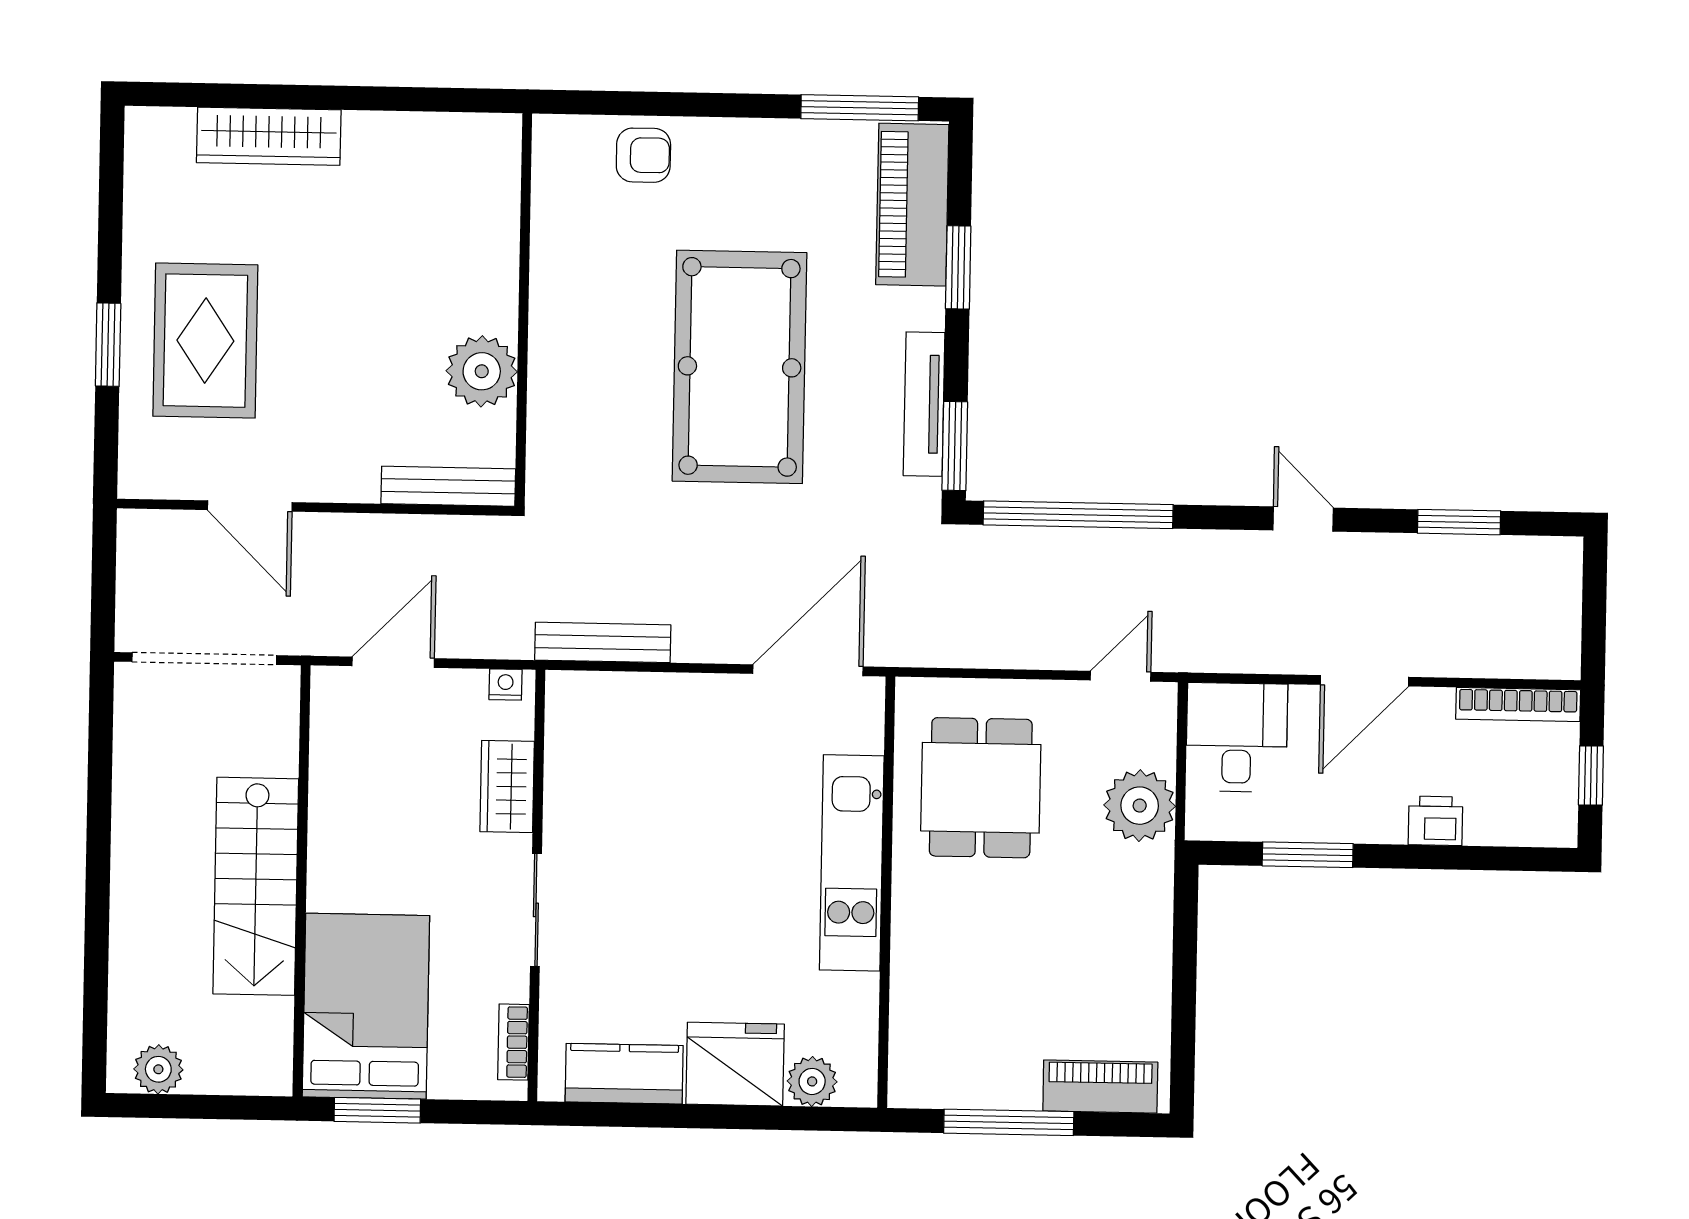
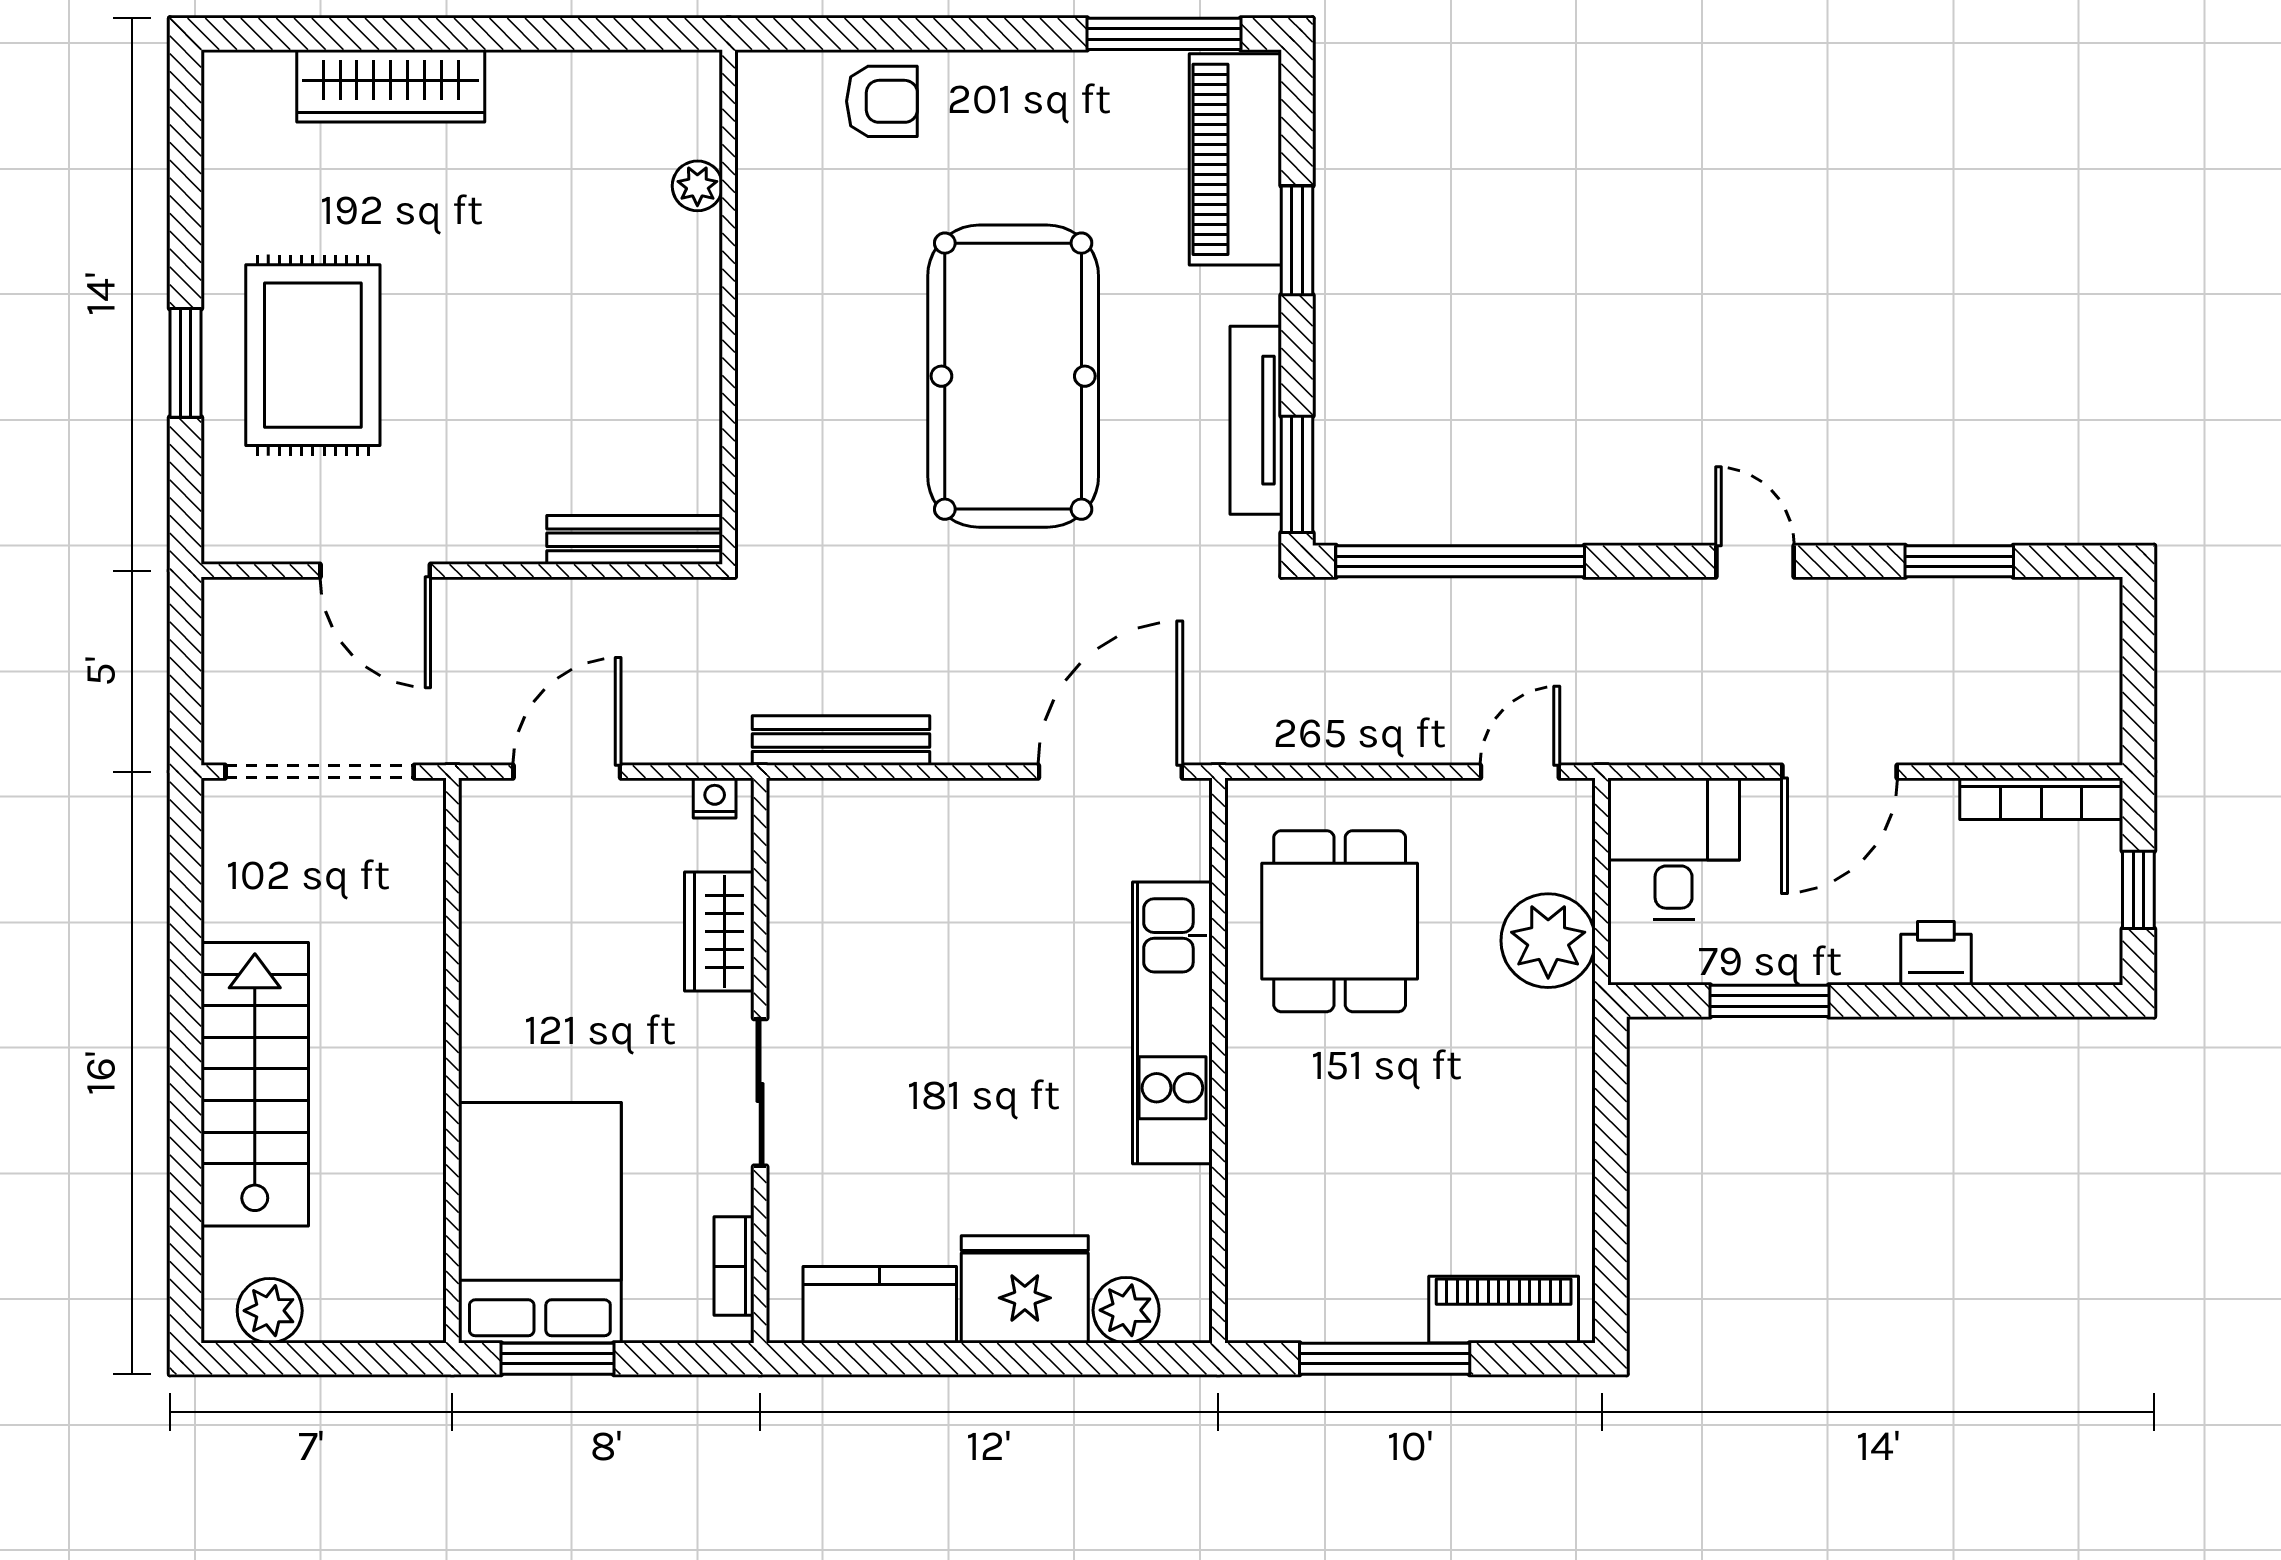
plant: (482, 371) -> (697, 186), moved, width x0.53, depth x0.53
stairs: (256, 886) -> (255, 1084), moved, turned 180

